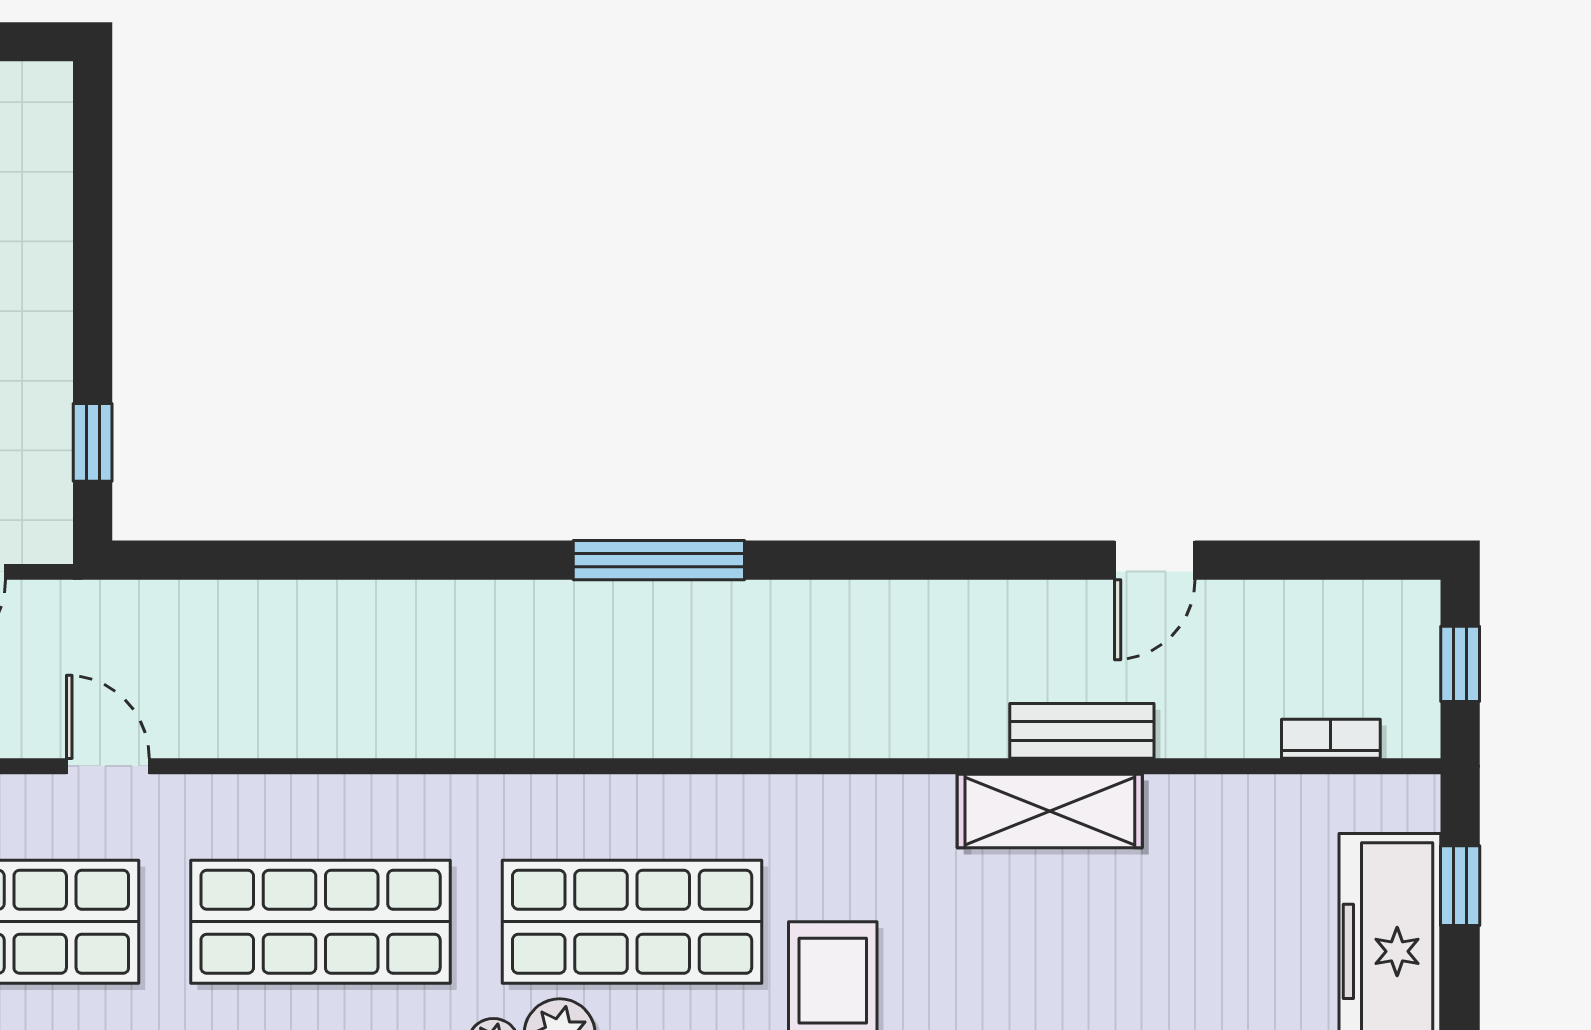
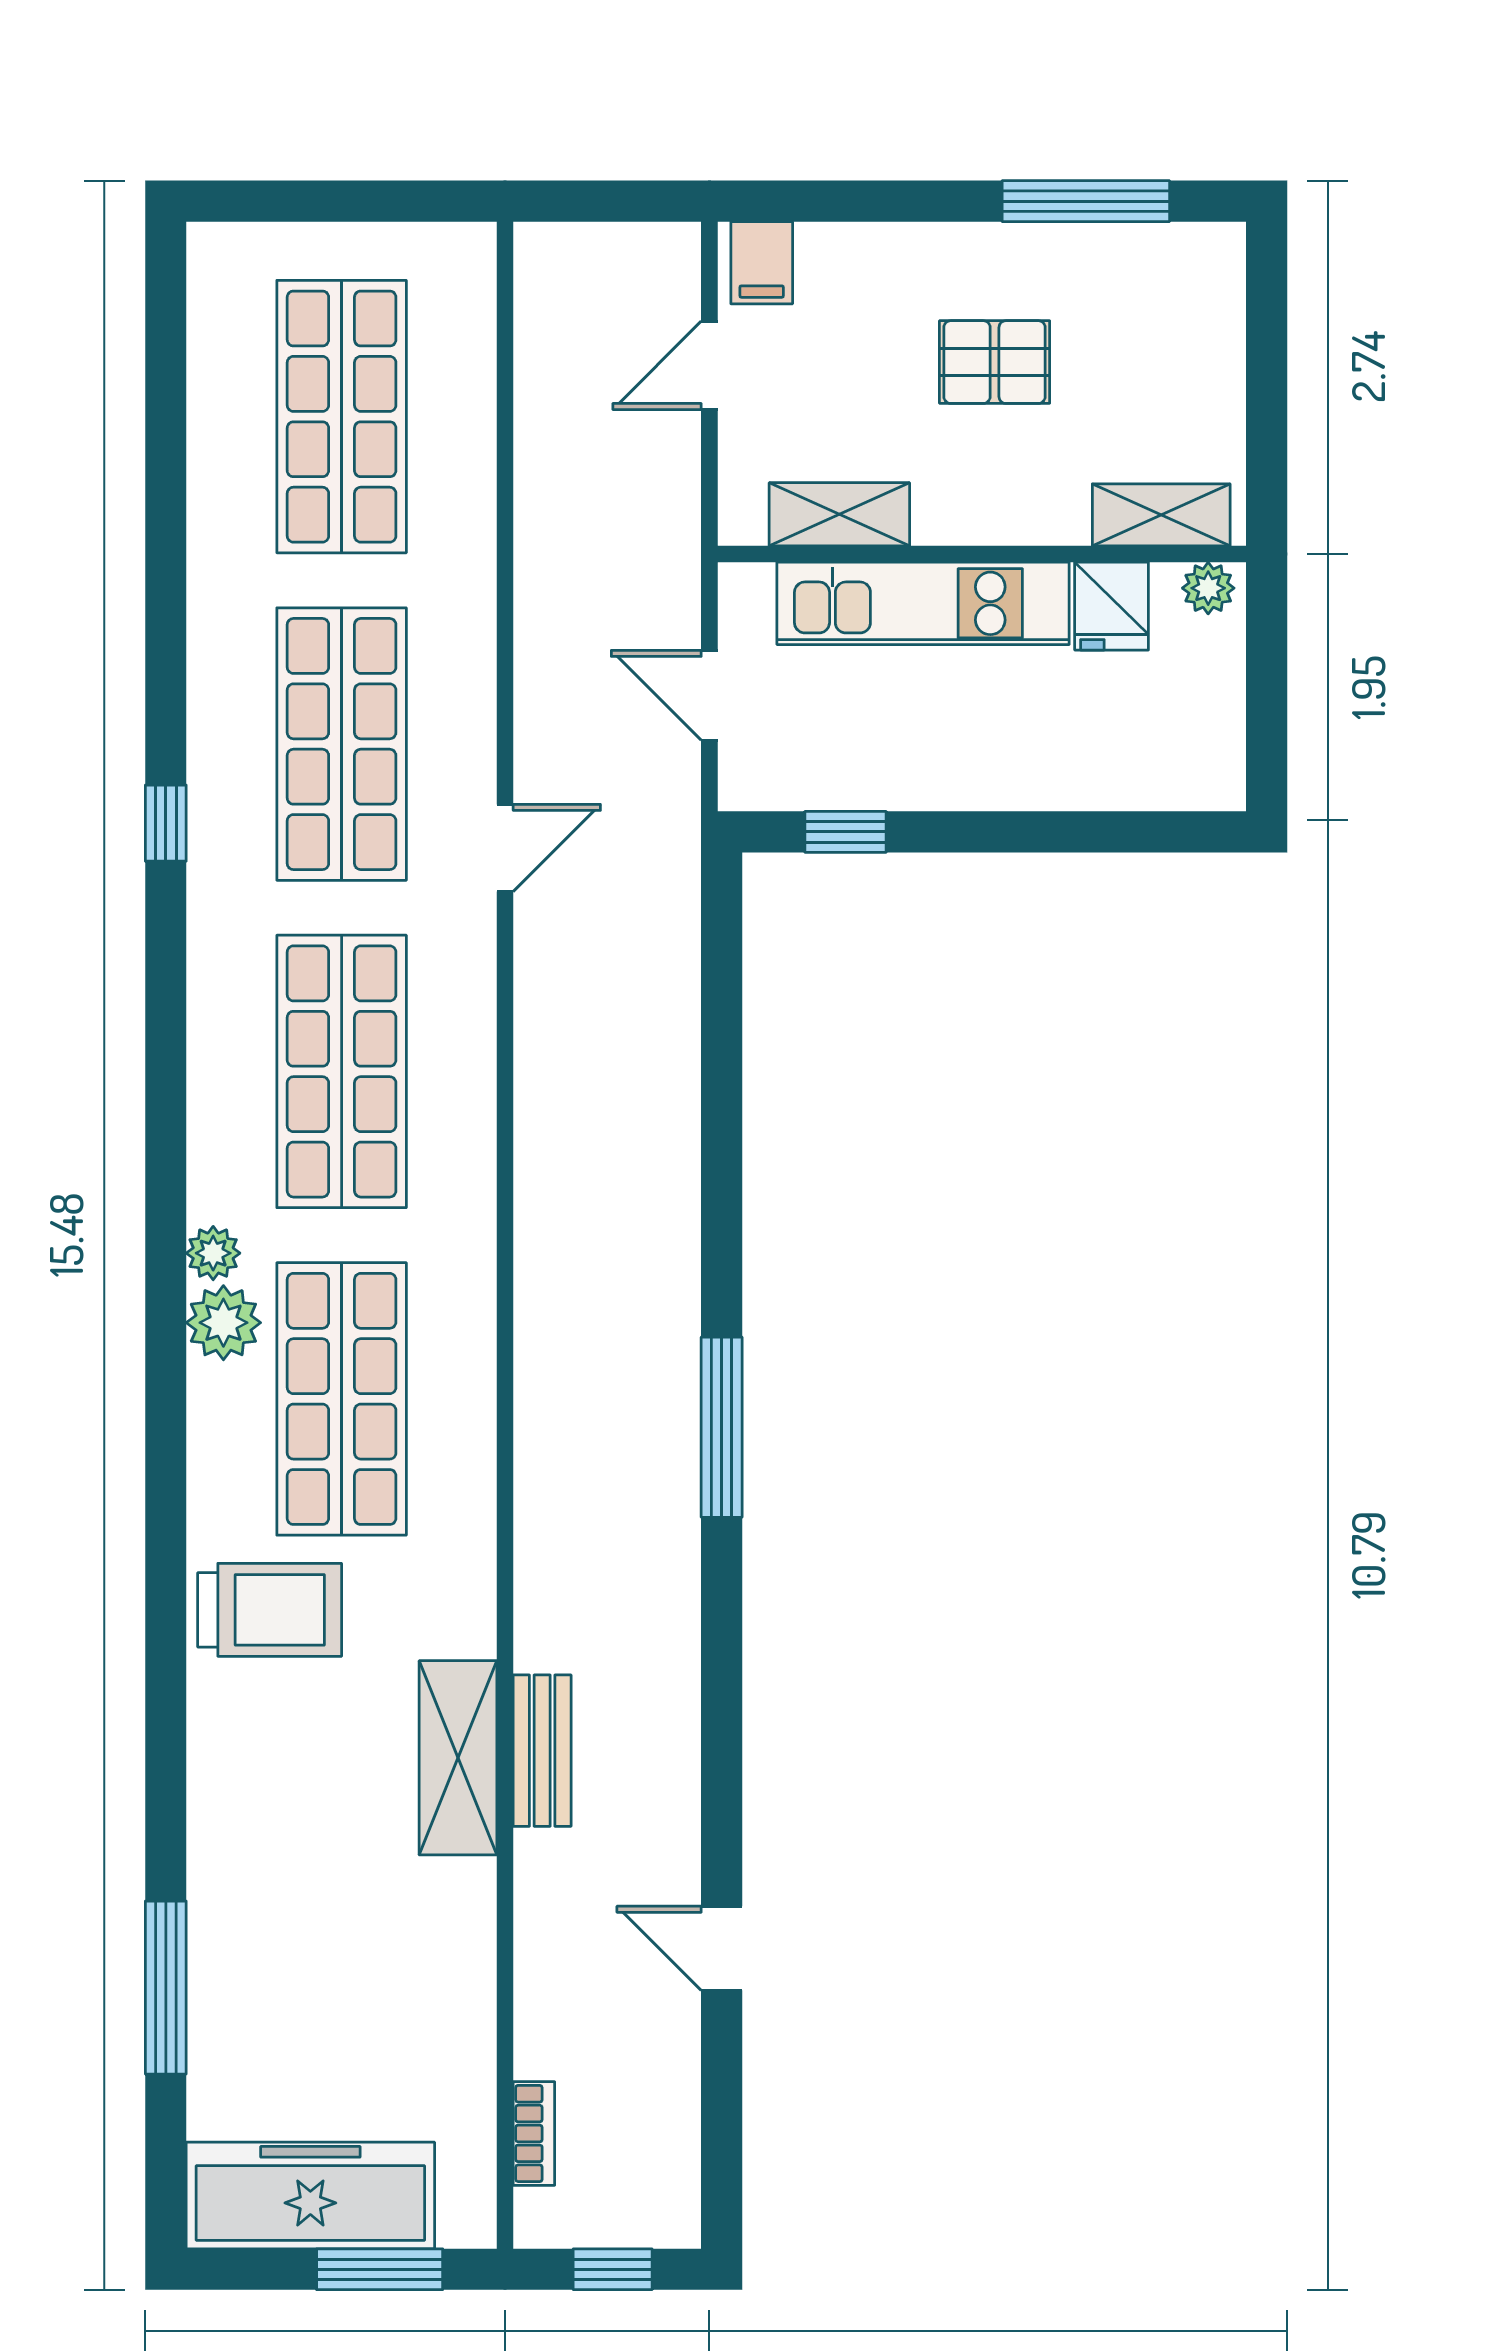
bench: (1082, 731) -> (542, 1751), moved
shelving: (1050, 811) -> (458, 1758), moved
window: (1460, 886) -> (380, 2269), width x1.50

